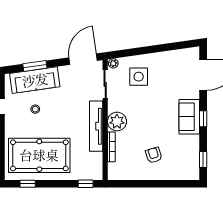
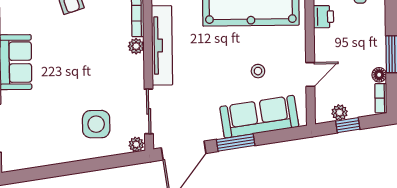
window: (35, 66) -> (236, 143), moved
plant: (117, 121) -> (136, 46), width x0.53, depth x0.53

